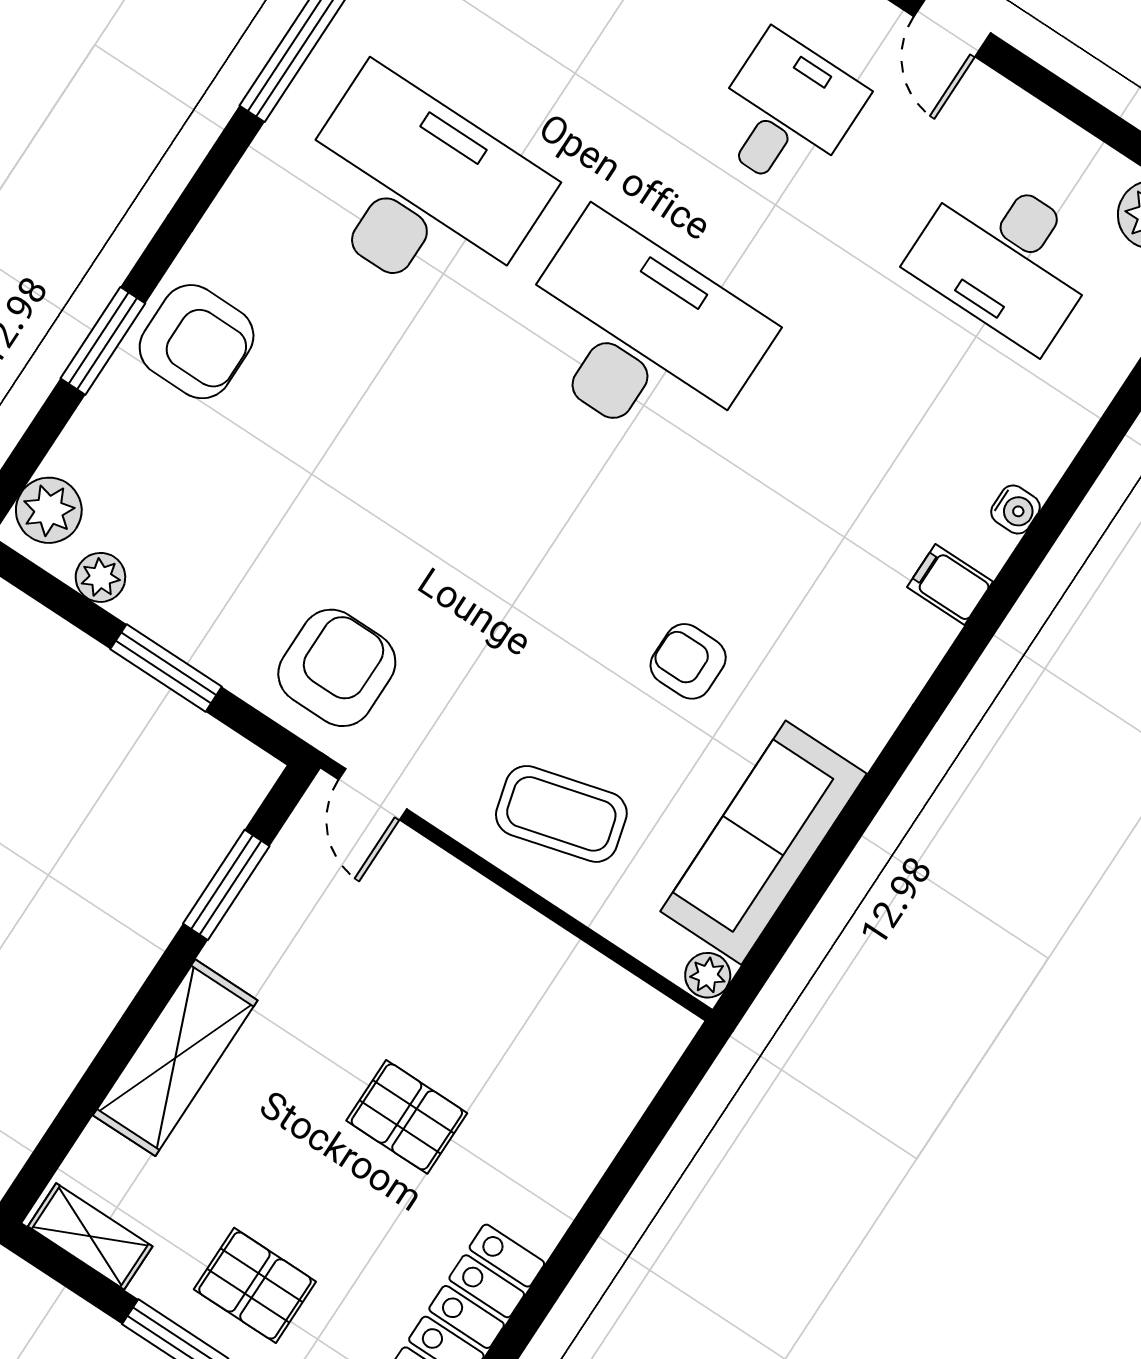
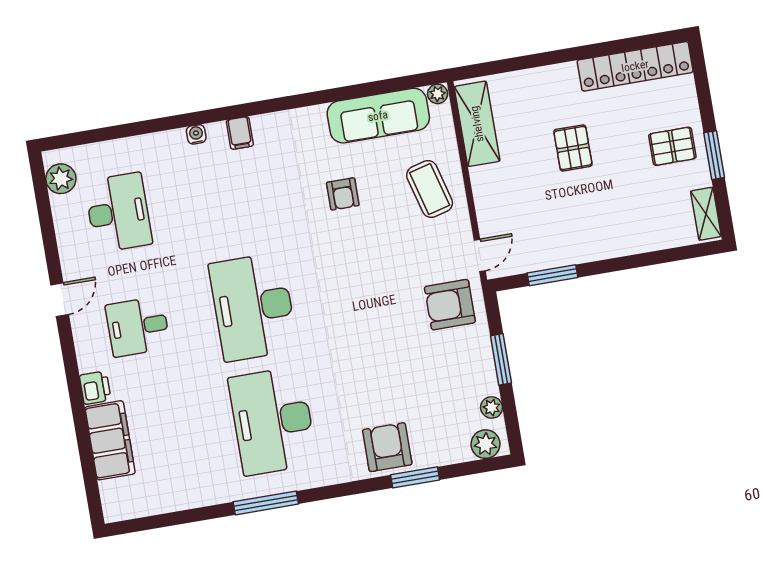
shelving: (175, 1058) -> (477, 124), moved, turned 90
pallet: (255, 1285) -> (672, 146), turned 90

